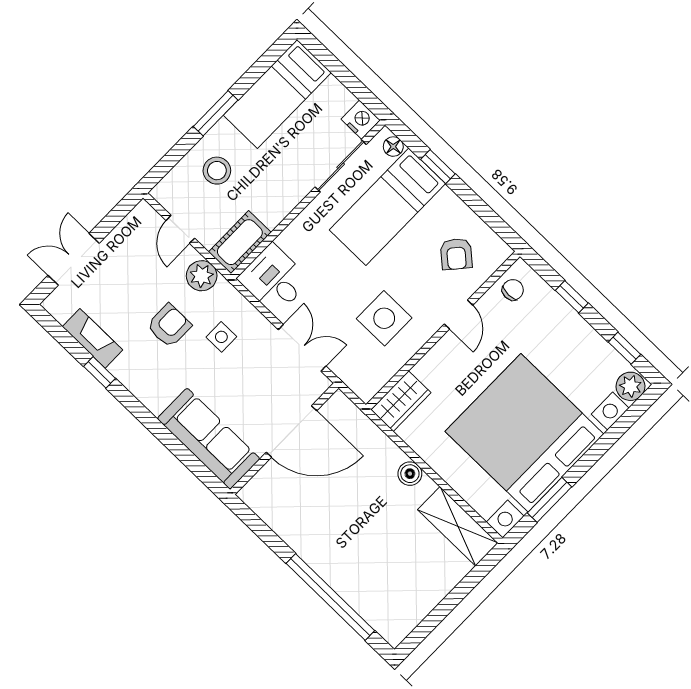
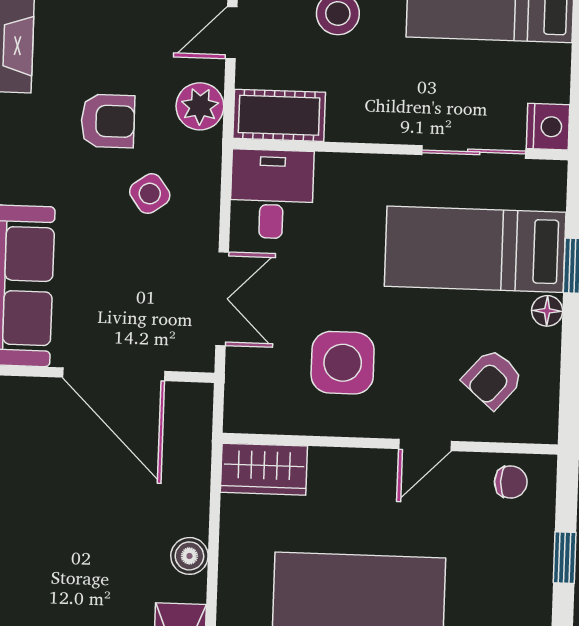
floor lamp: (393, 147) -> (547, 311), moved
side table: (221, 337) -> (150, 194), turned -35

